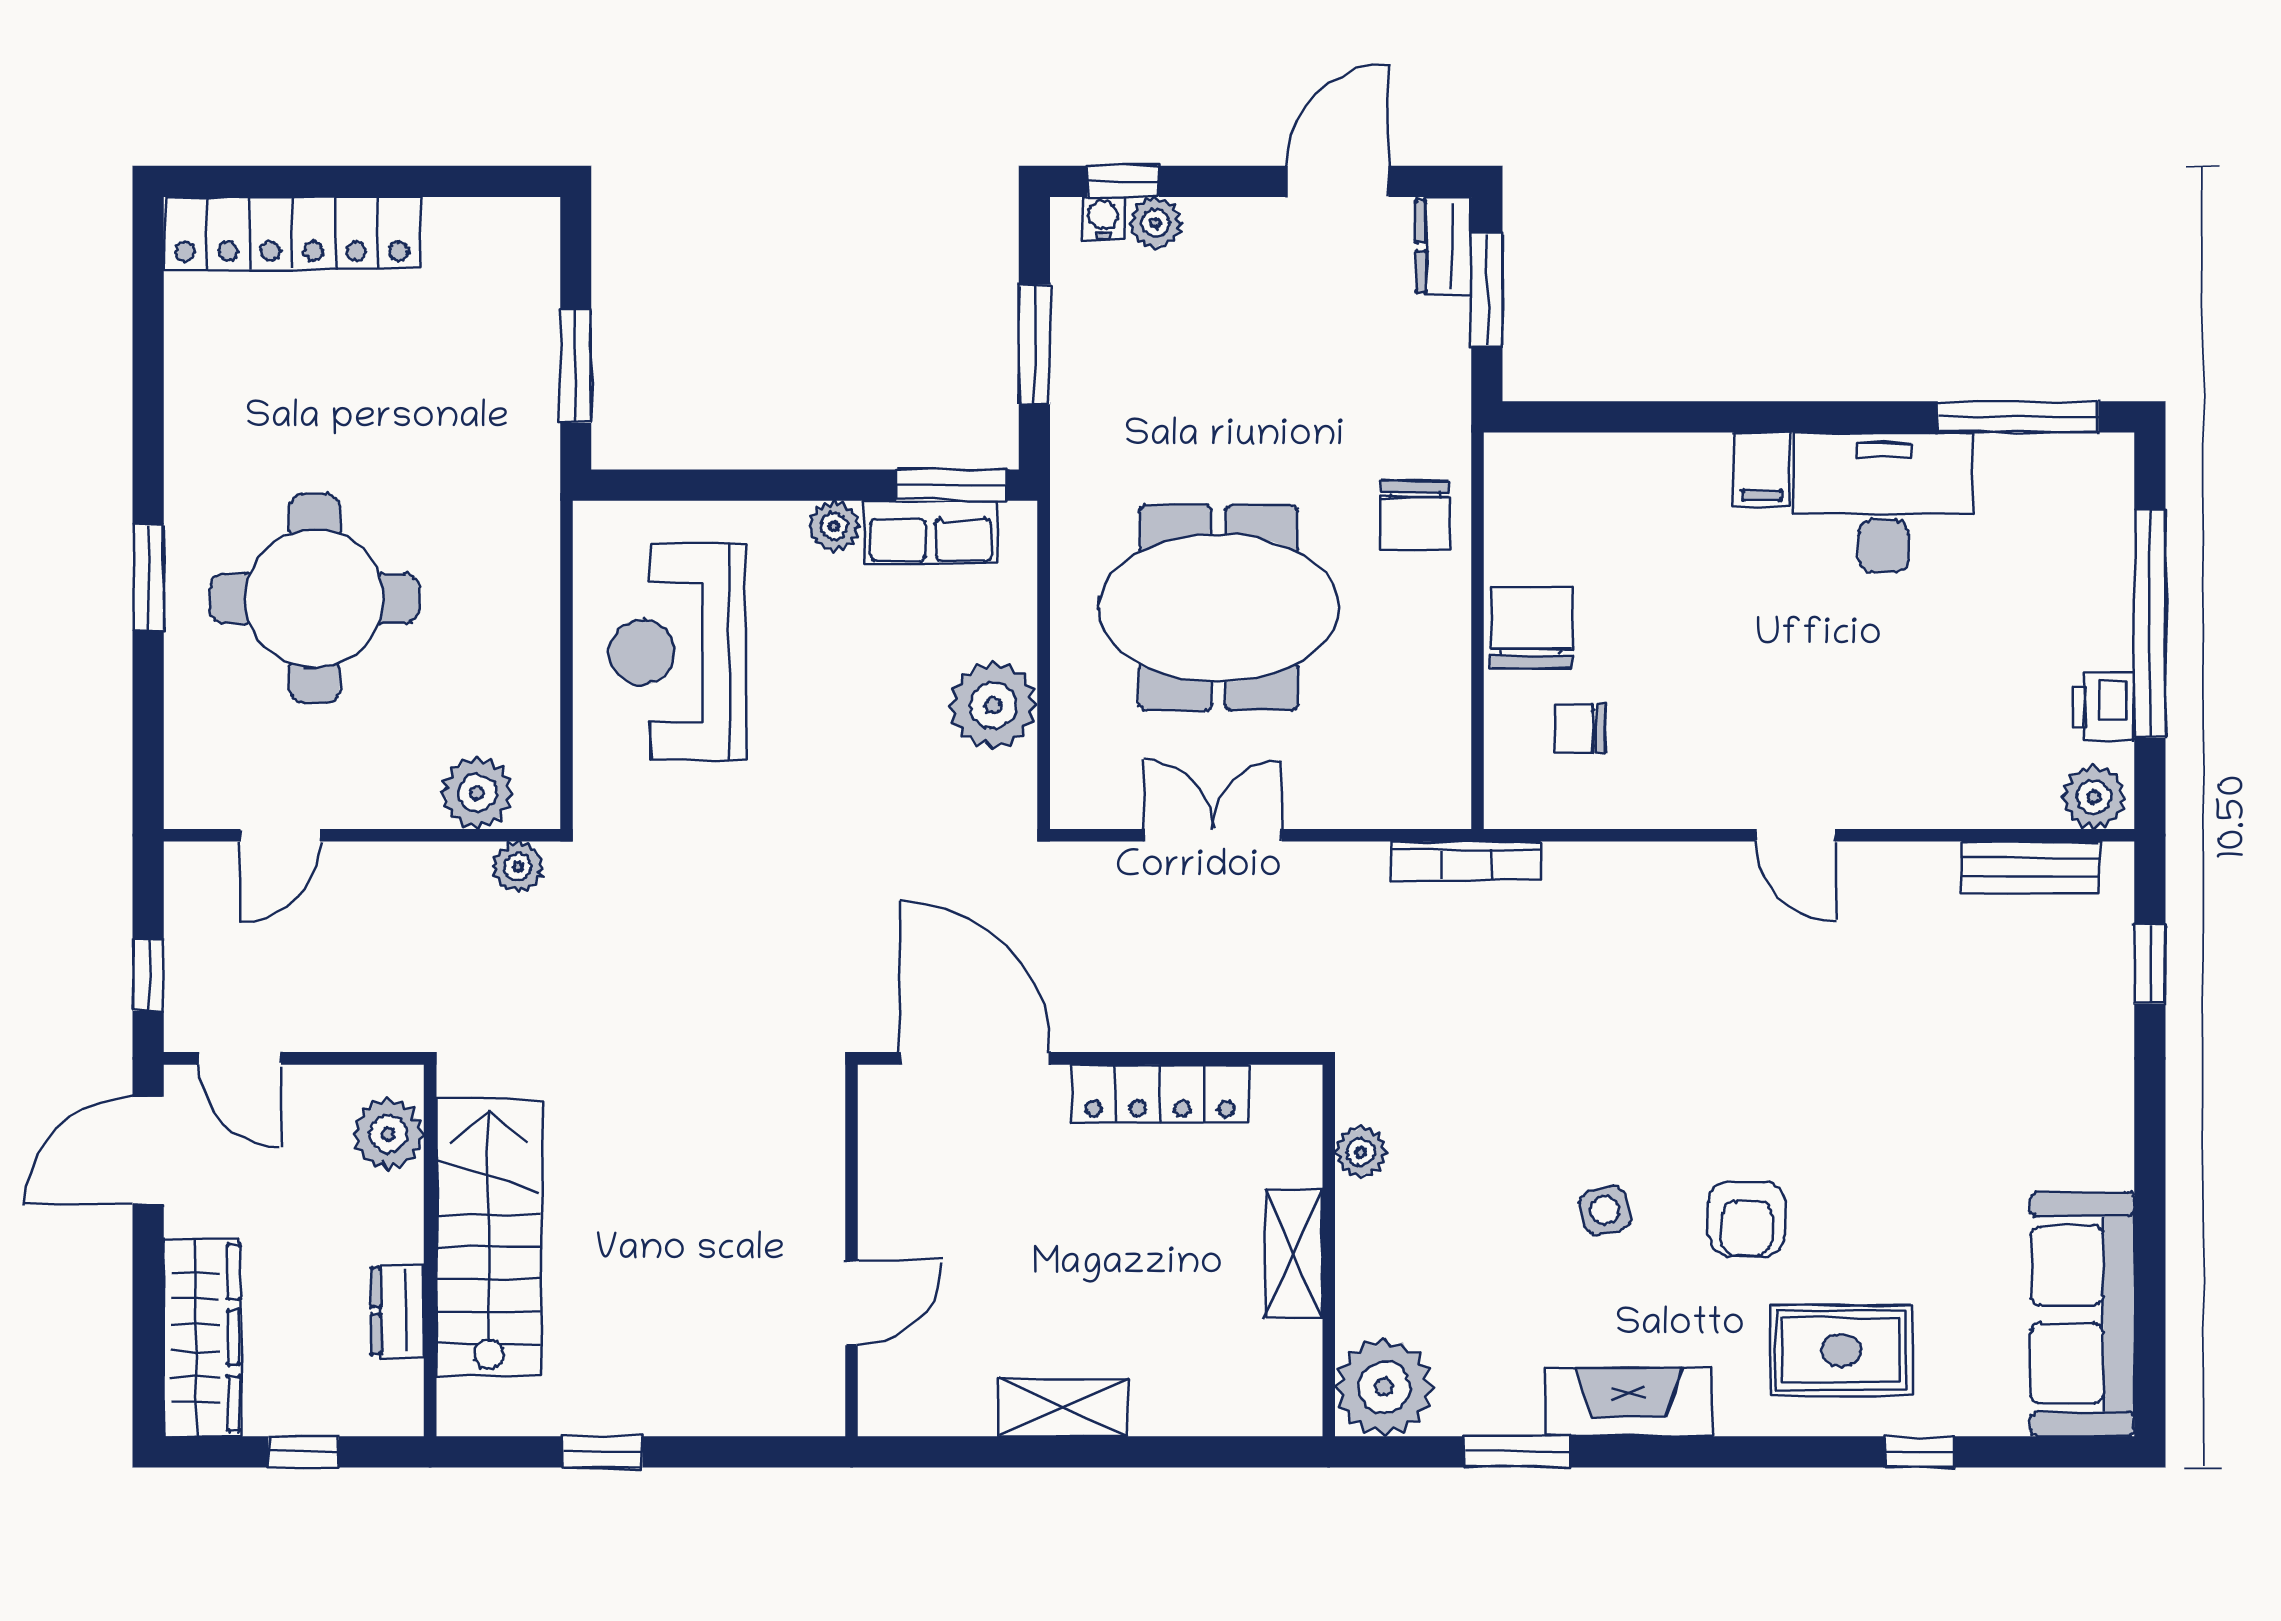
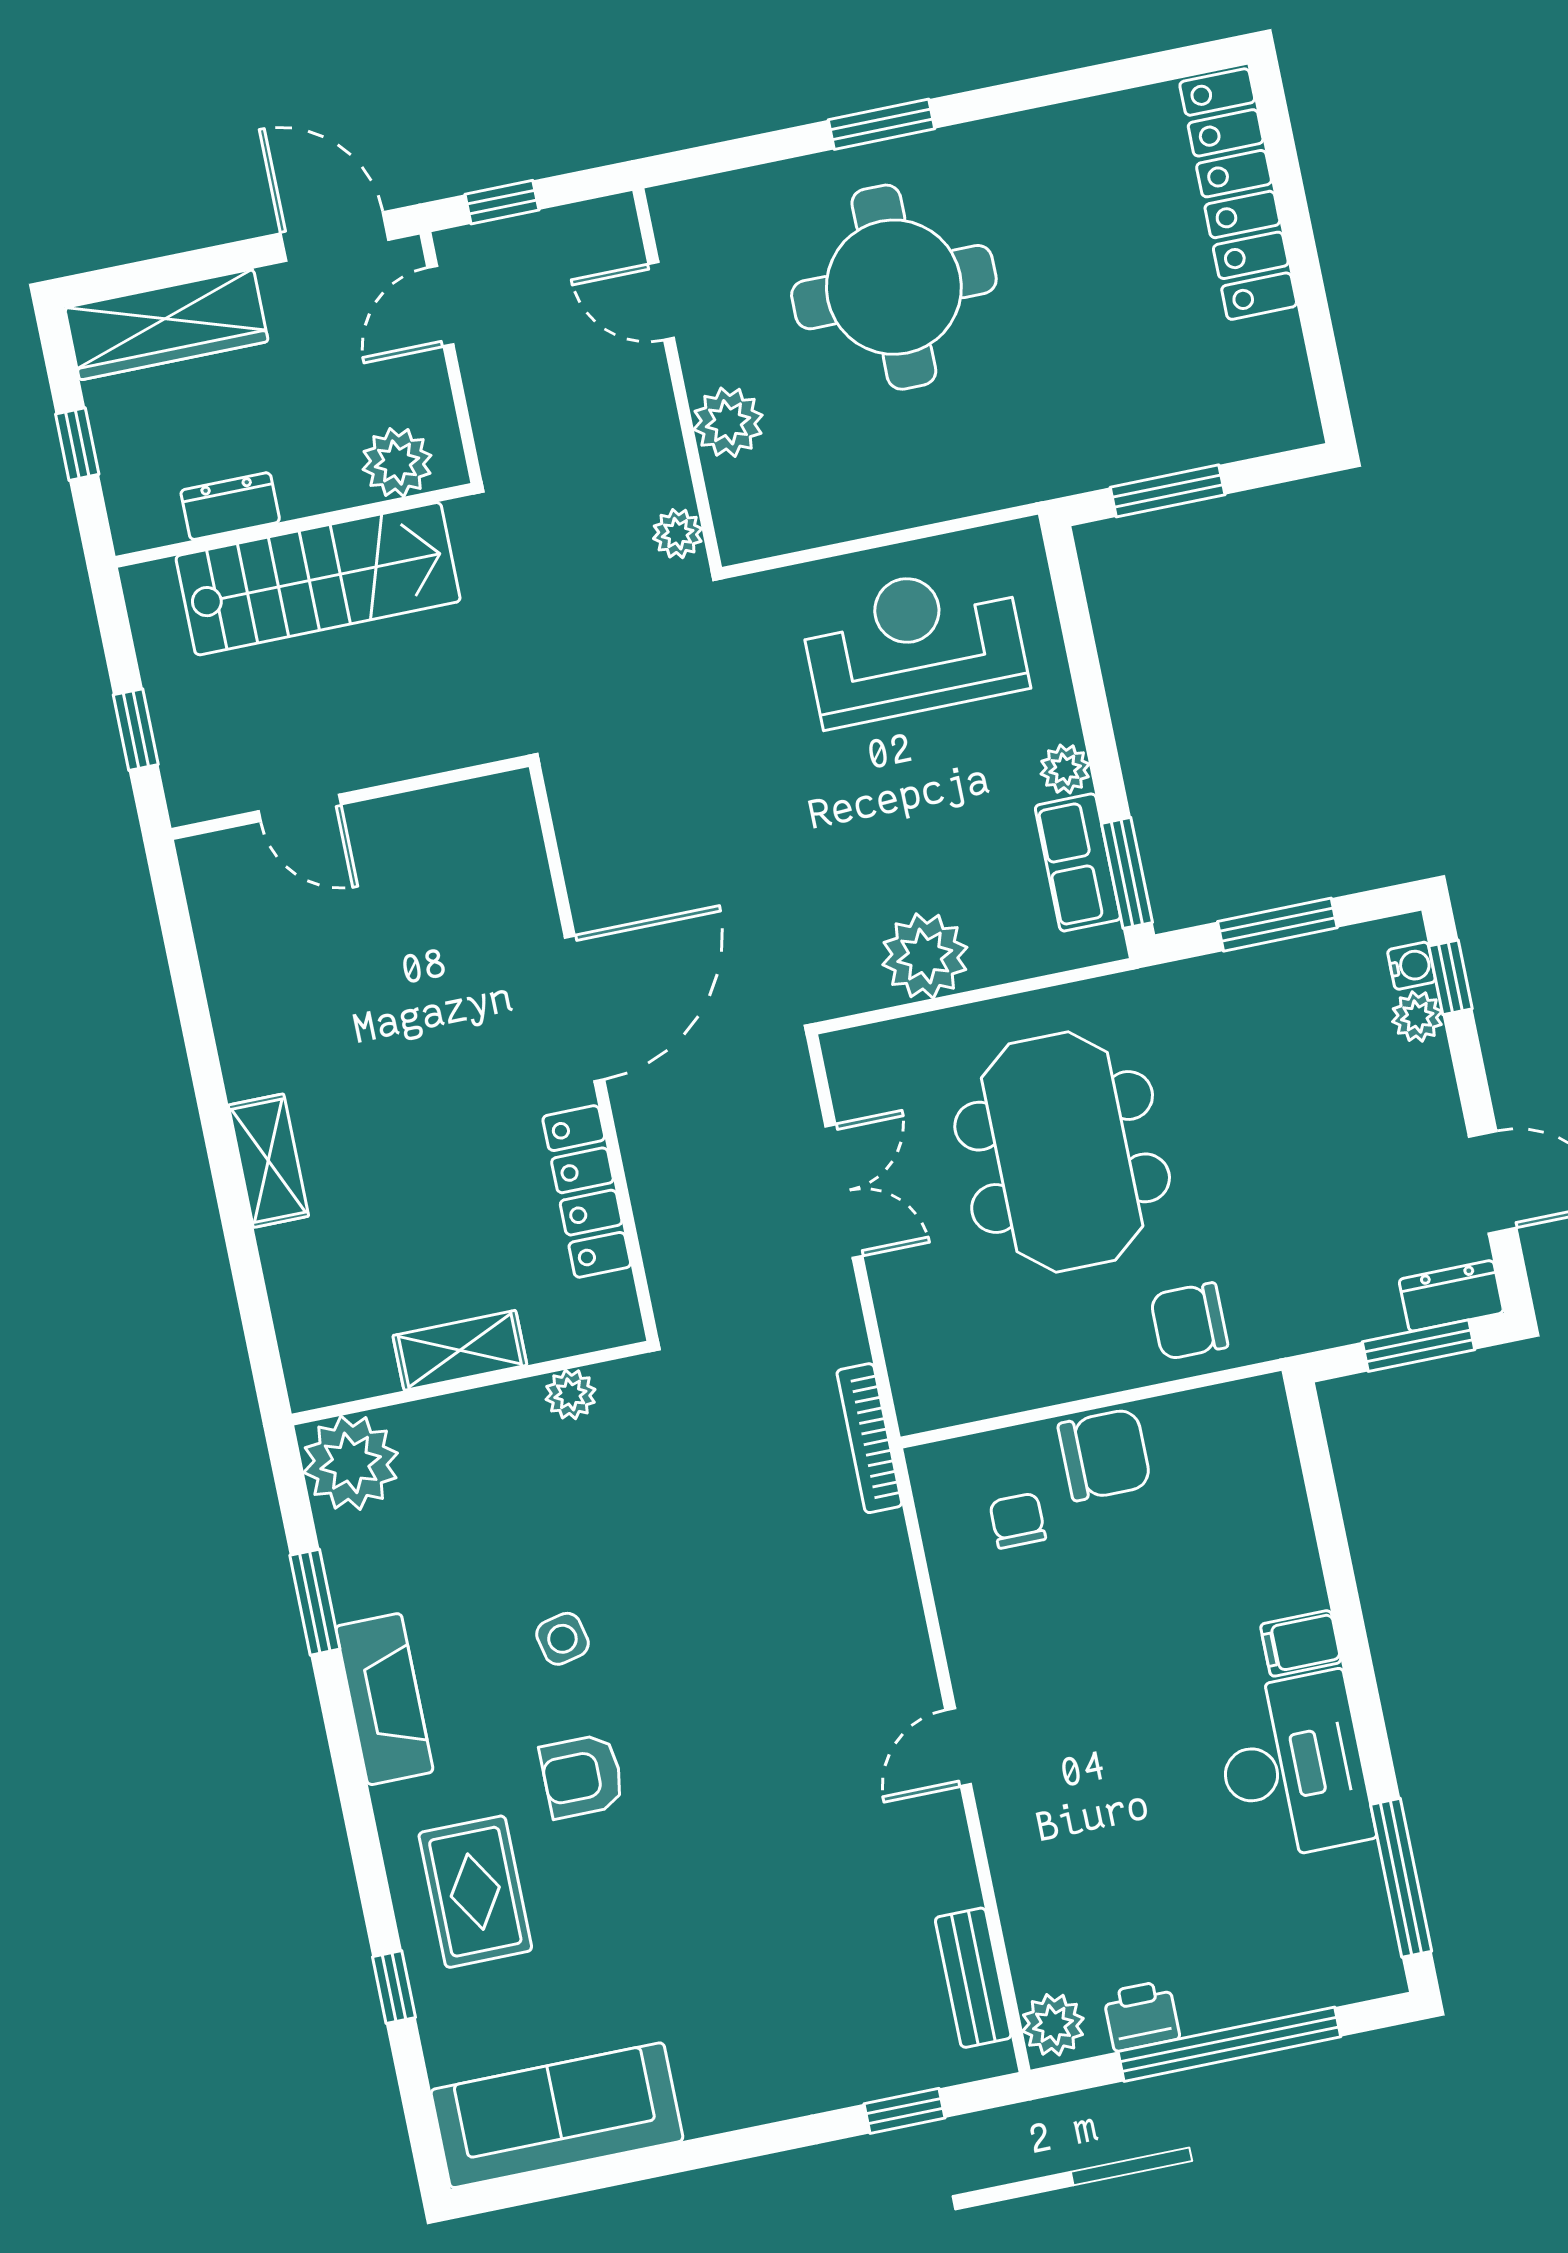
plant: (477, 793) -> (728, 422), moved
wall: (852, 1250) -> (350, 797), moved
door: (852, 1303) -> (300, 808), moved

